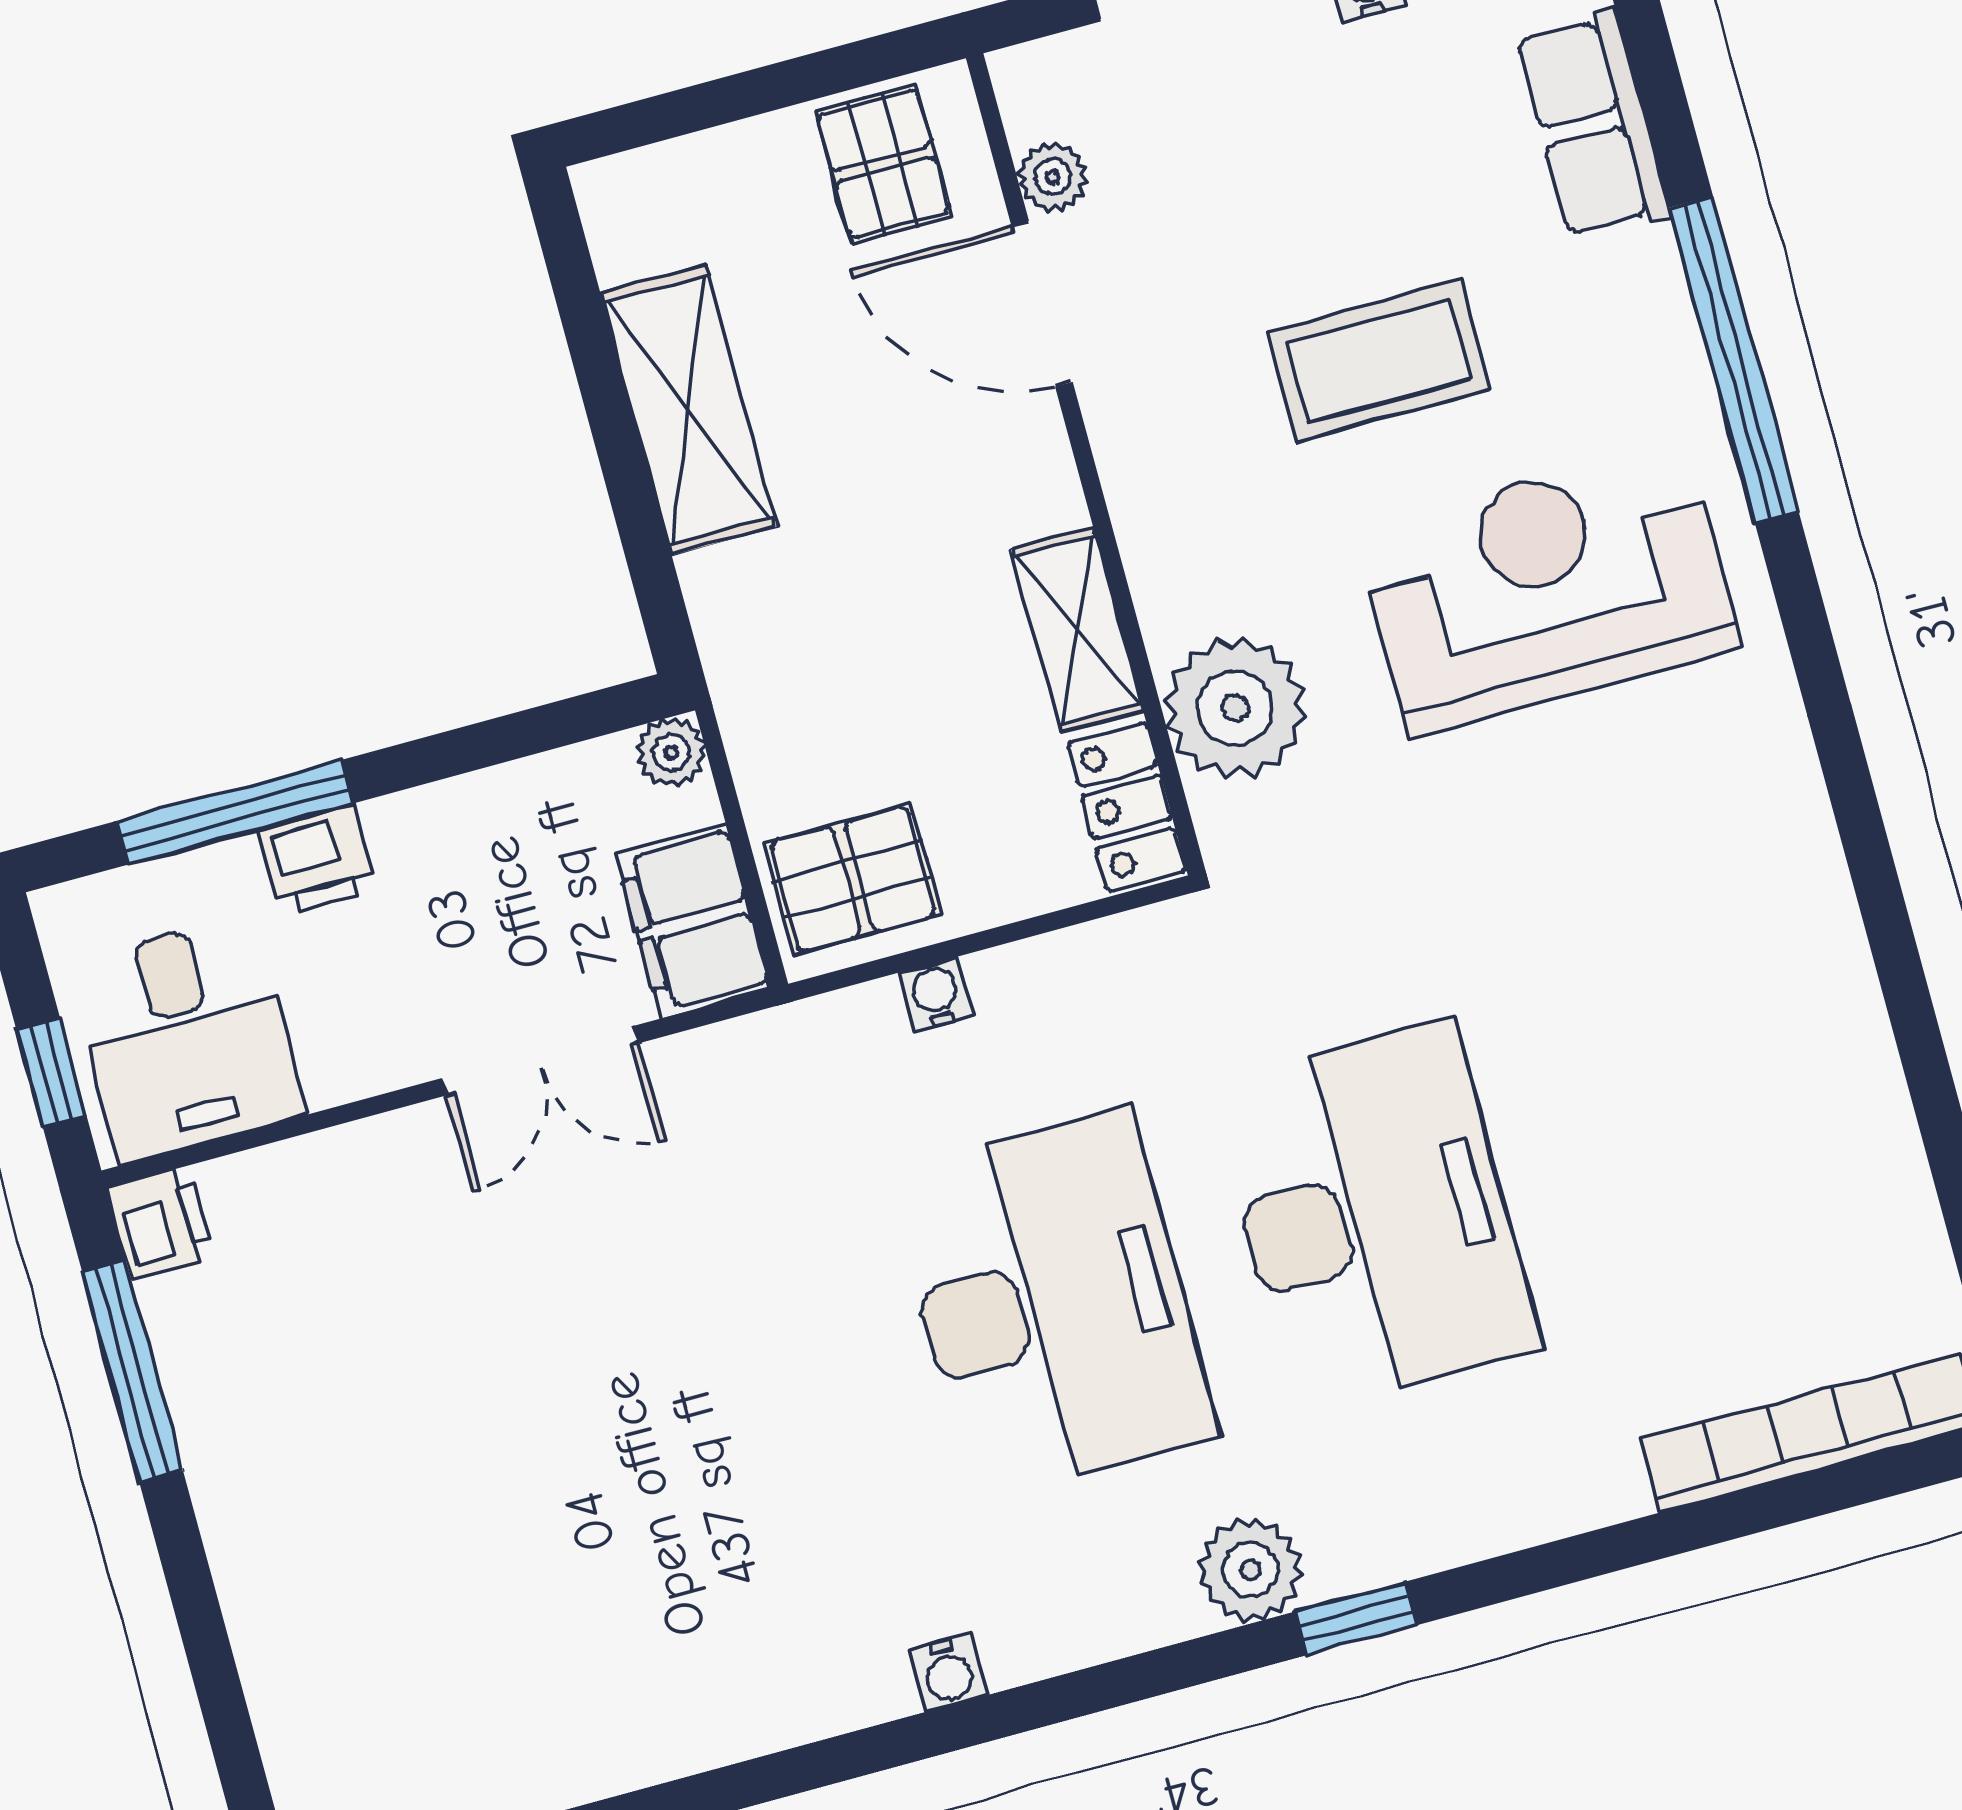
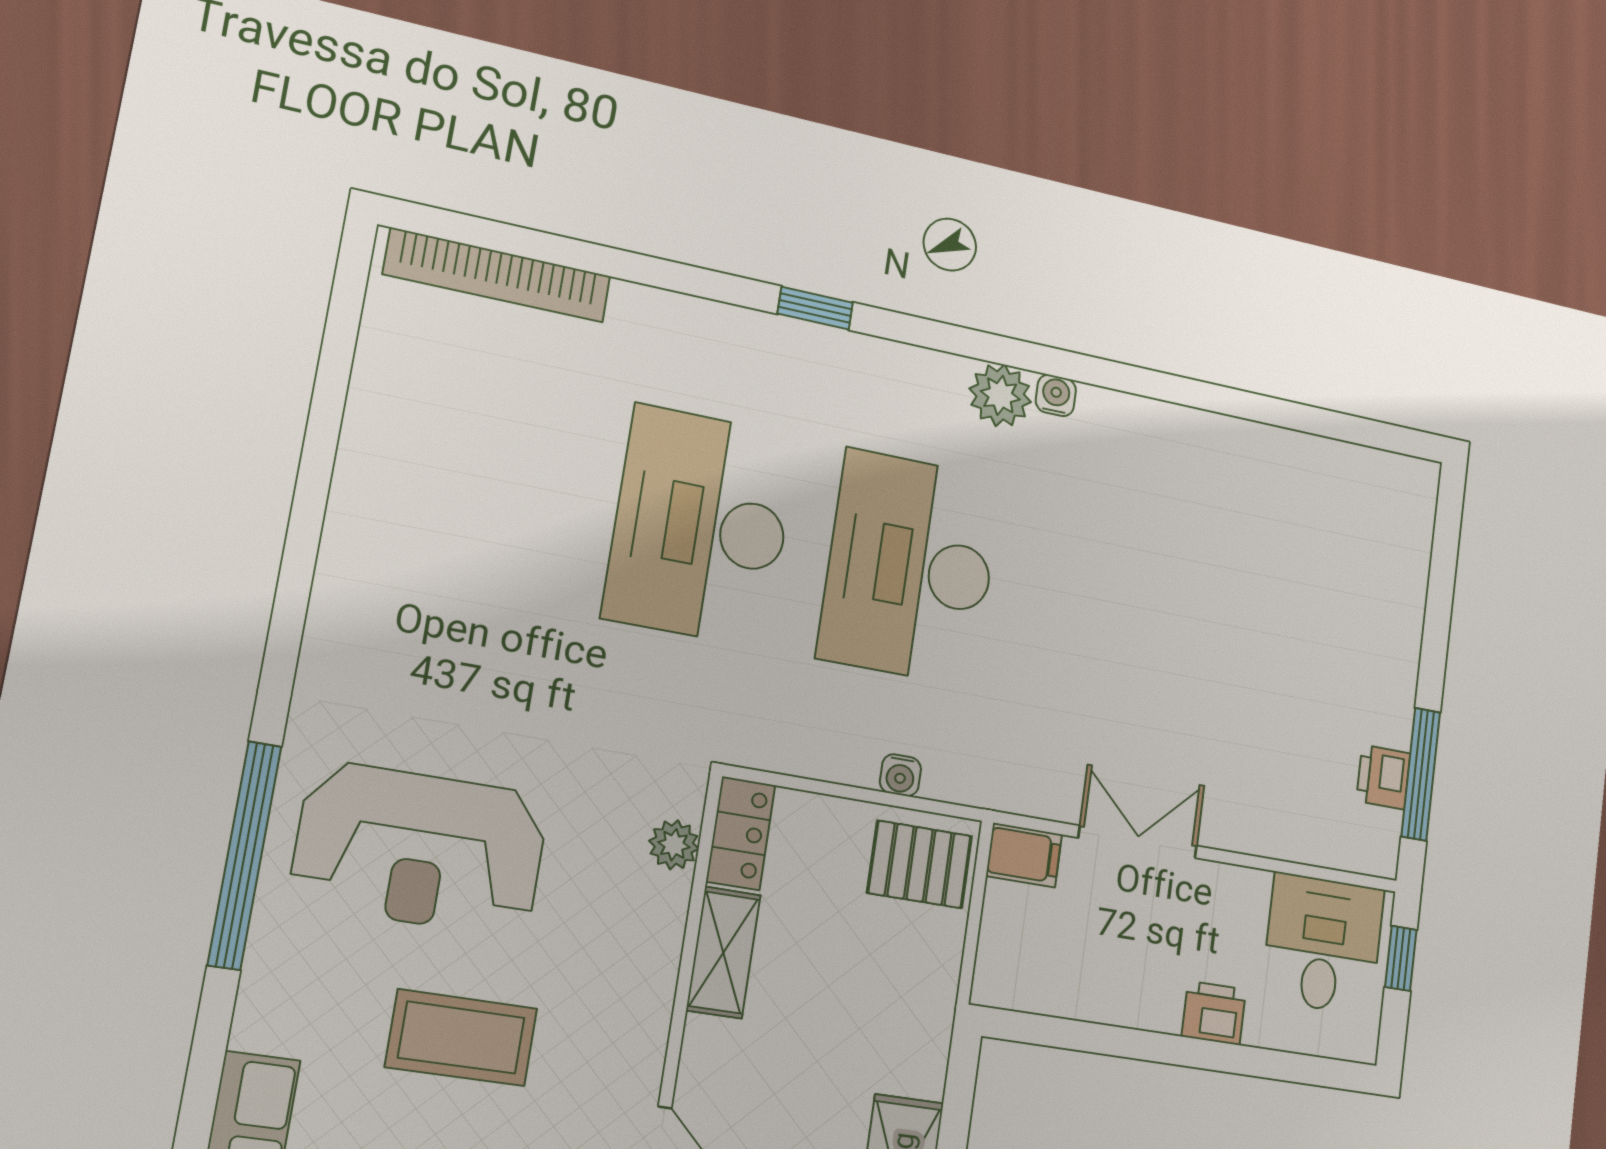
window: (1734, 360) -> (244, 855), moved
plant: (1235, 708) -> (674, 845), width x0.53, depth x0.53
plant: (671, 752) -> (992, 986), removed
window: (235, 812) -> (1248, 1061), removed
filing cabinet: (693, 921) -> (1024, 855), width x0.50
printer: (161, 1223) -> (1383, 777), moved
plant: (1250, 1570) -> (1000, 395), moved

